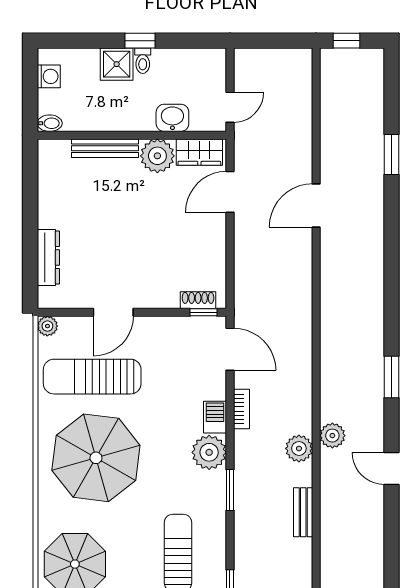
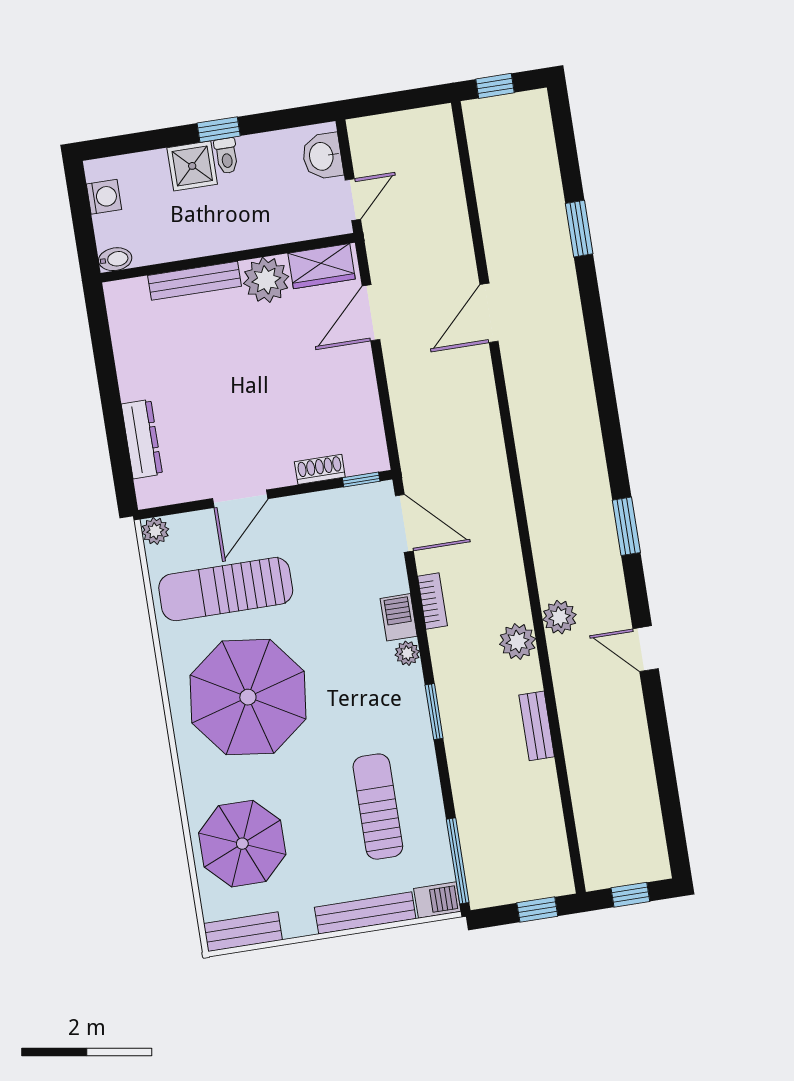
washbasin: (172, 118) -> (322, 156), moved, turned -90
shoe rack: (198, 300) -> (320, 469), moved
plant: (209, 452) -> (407, 653), width x0.53, depth x0.53

